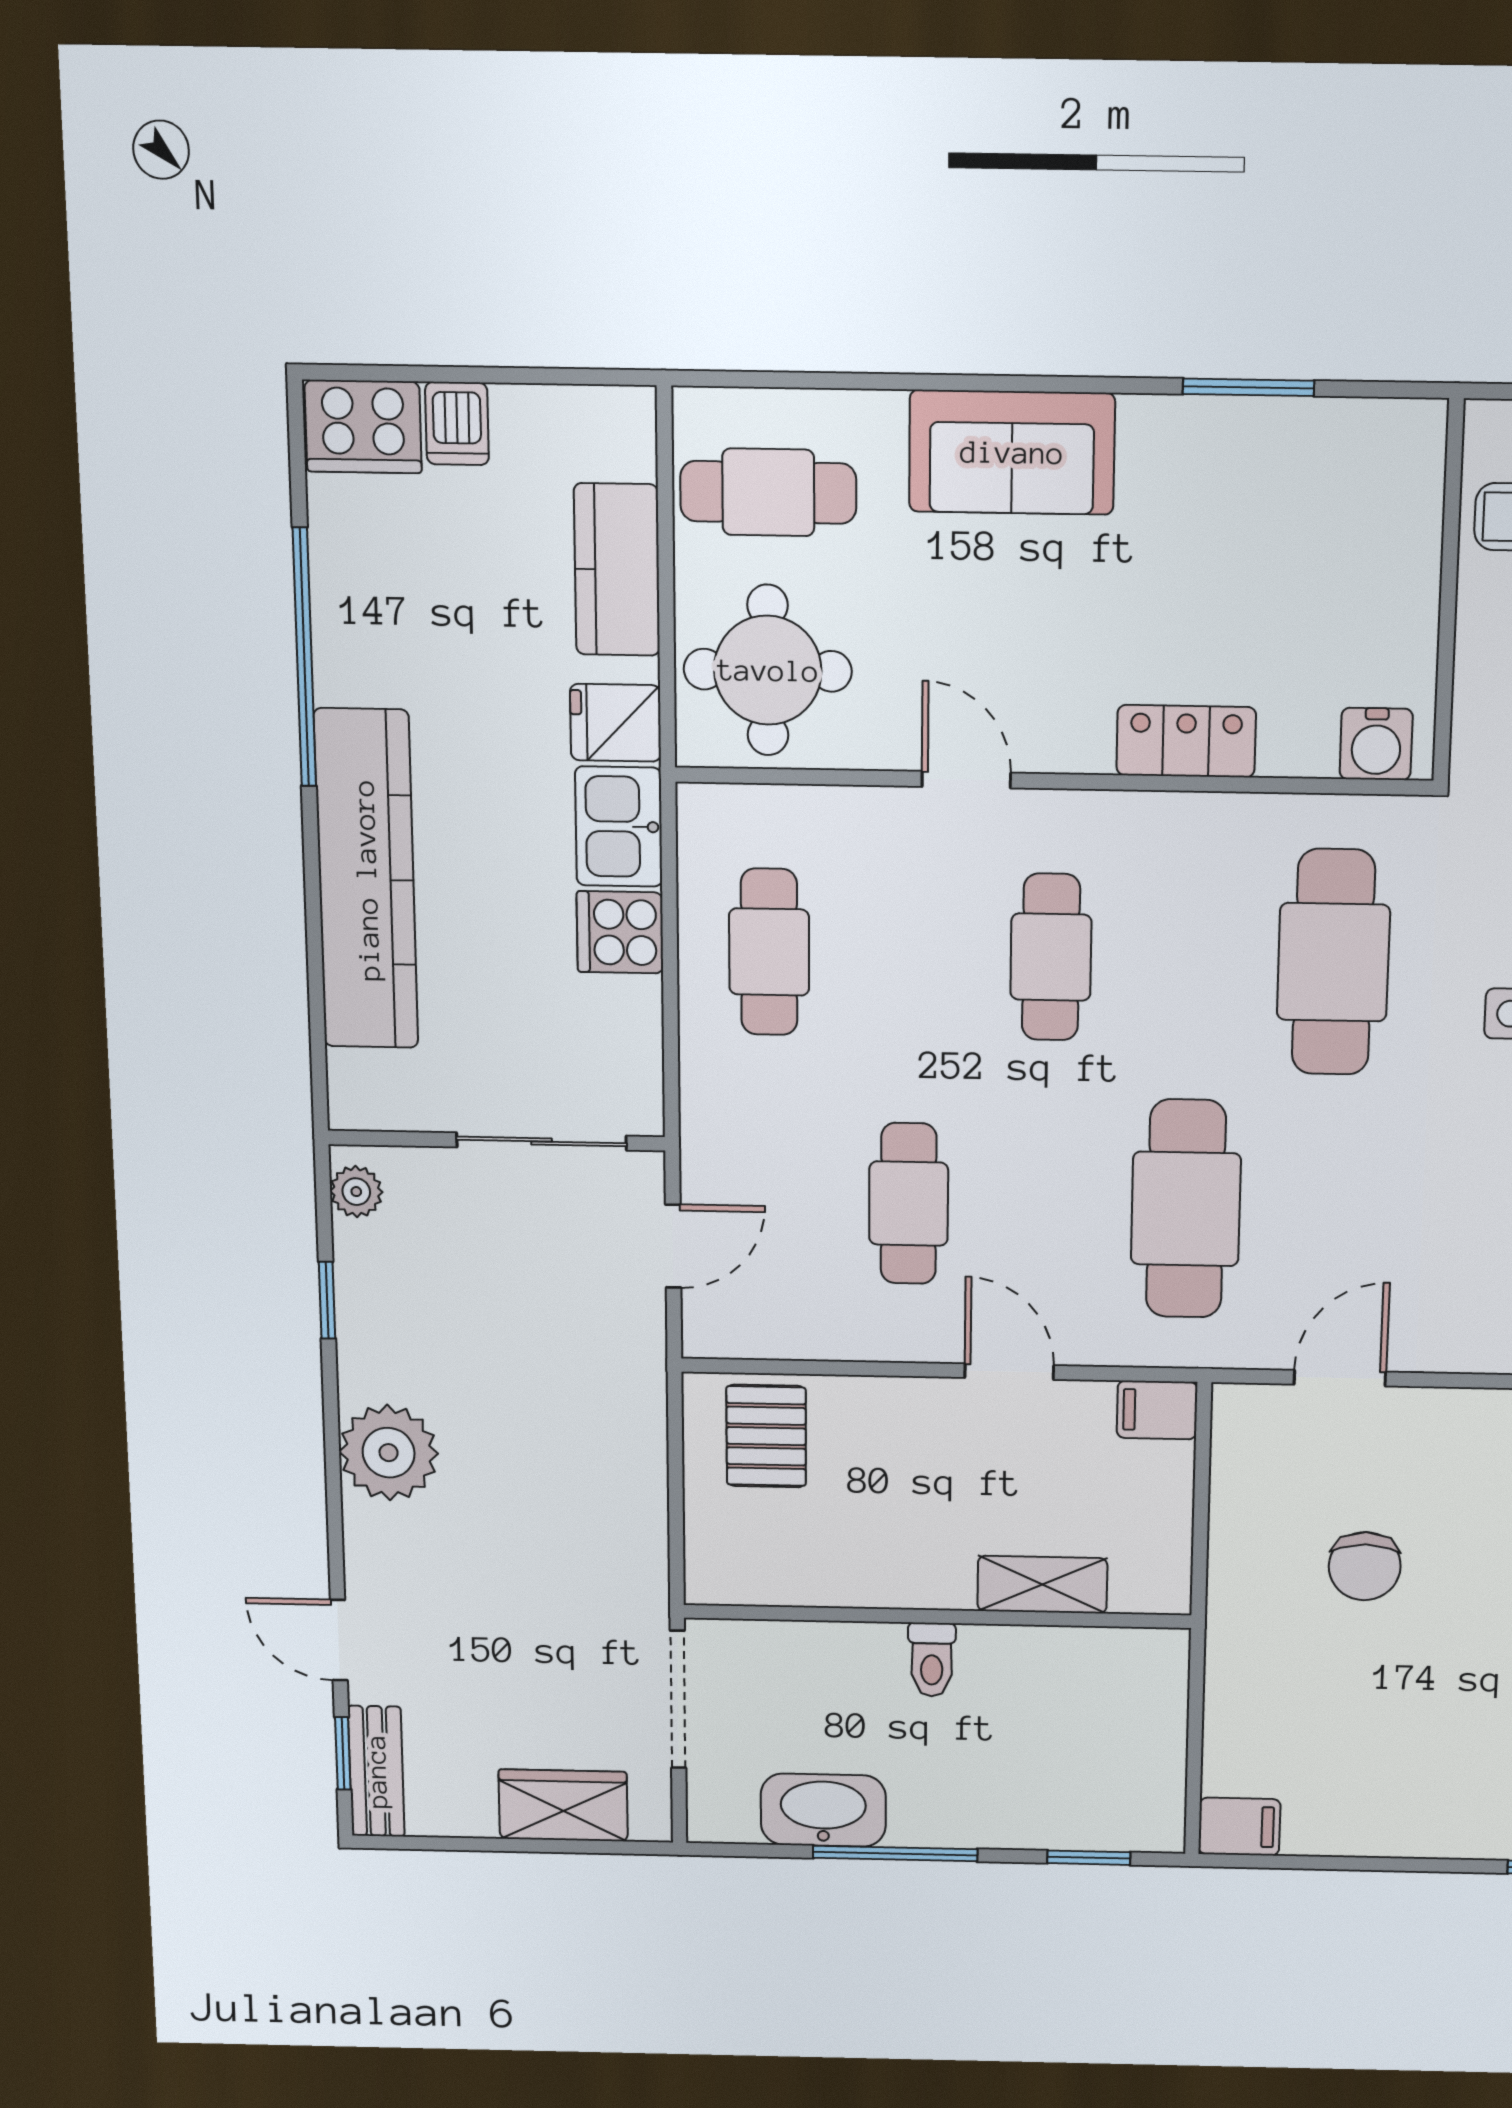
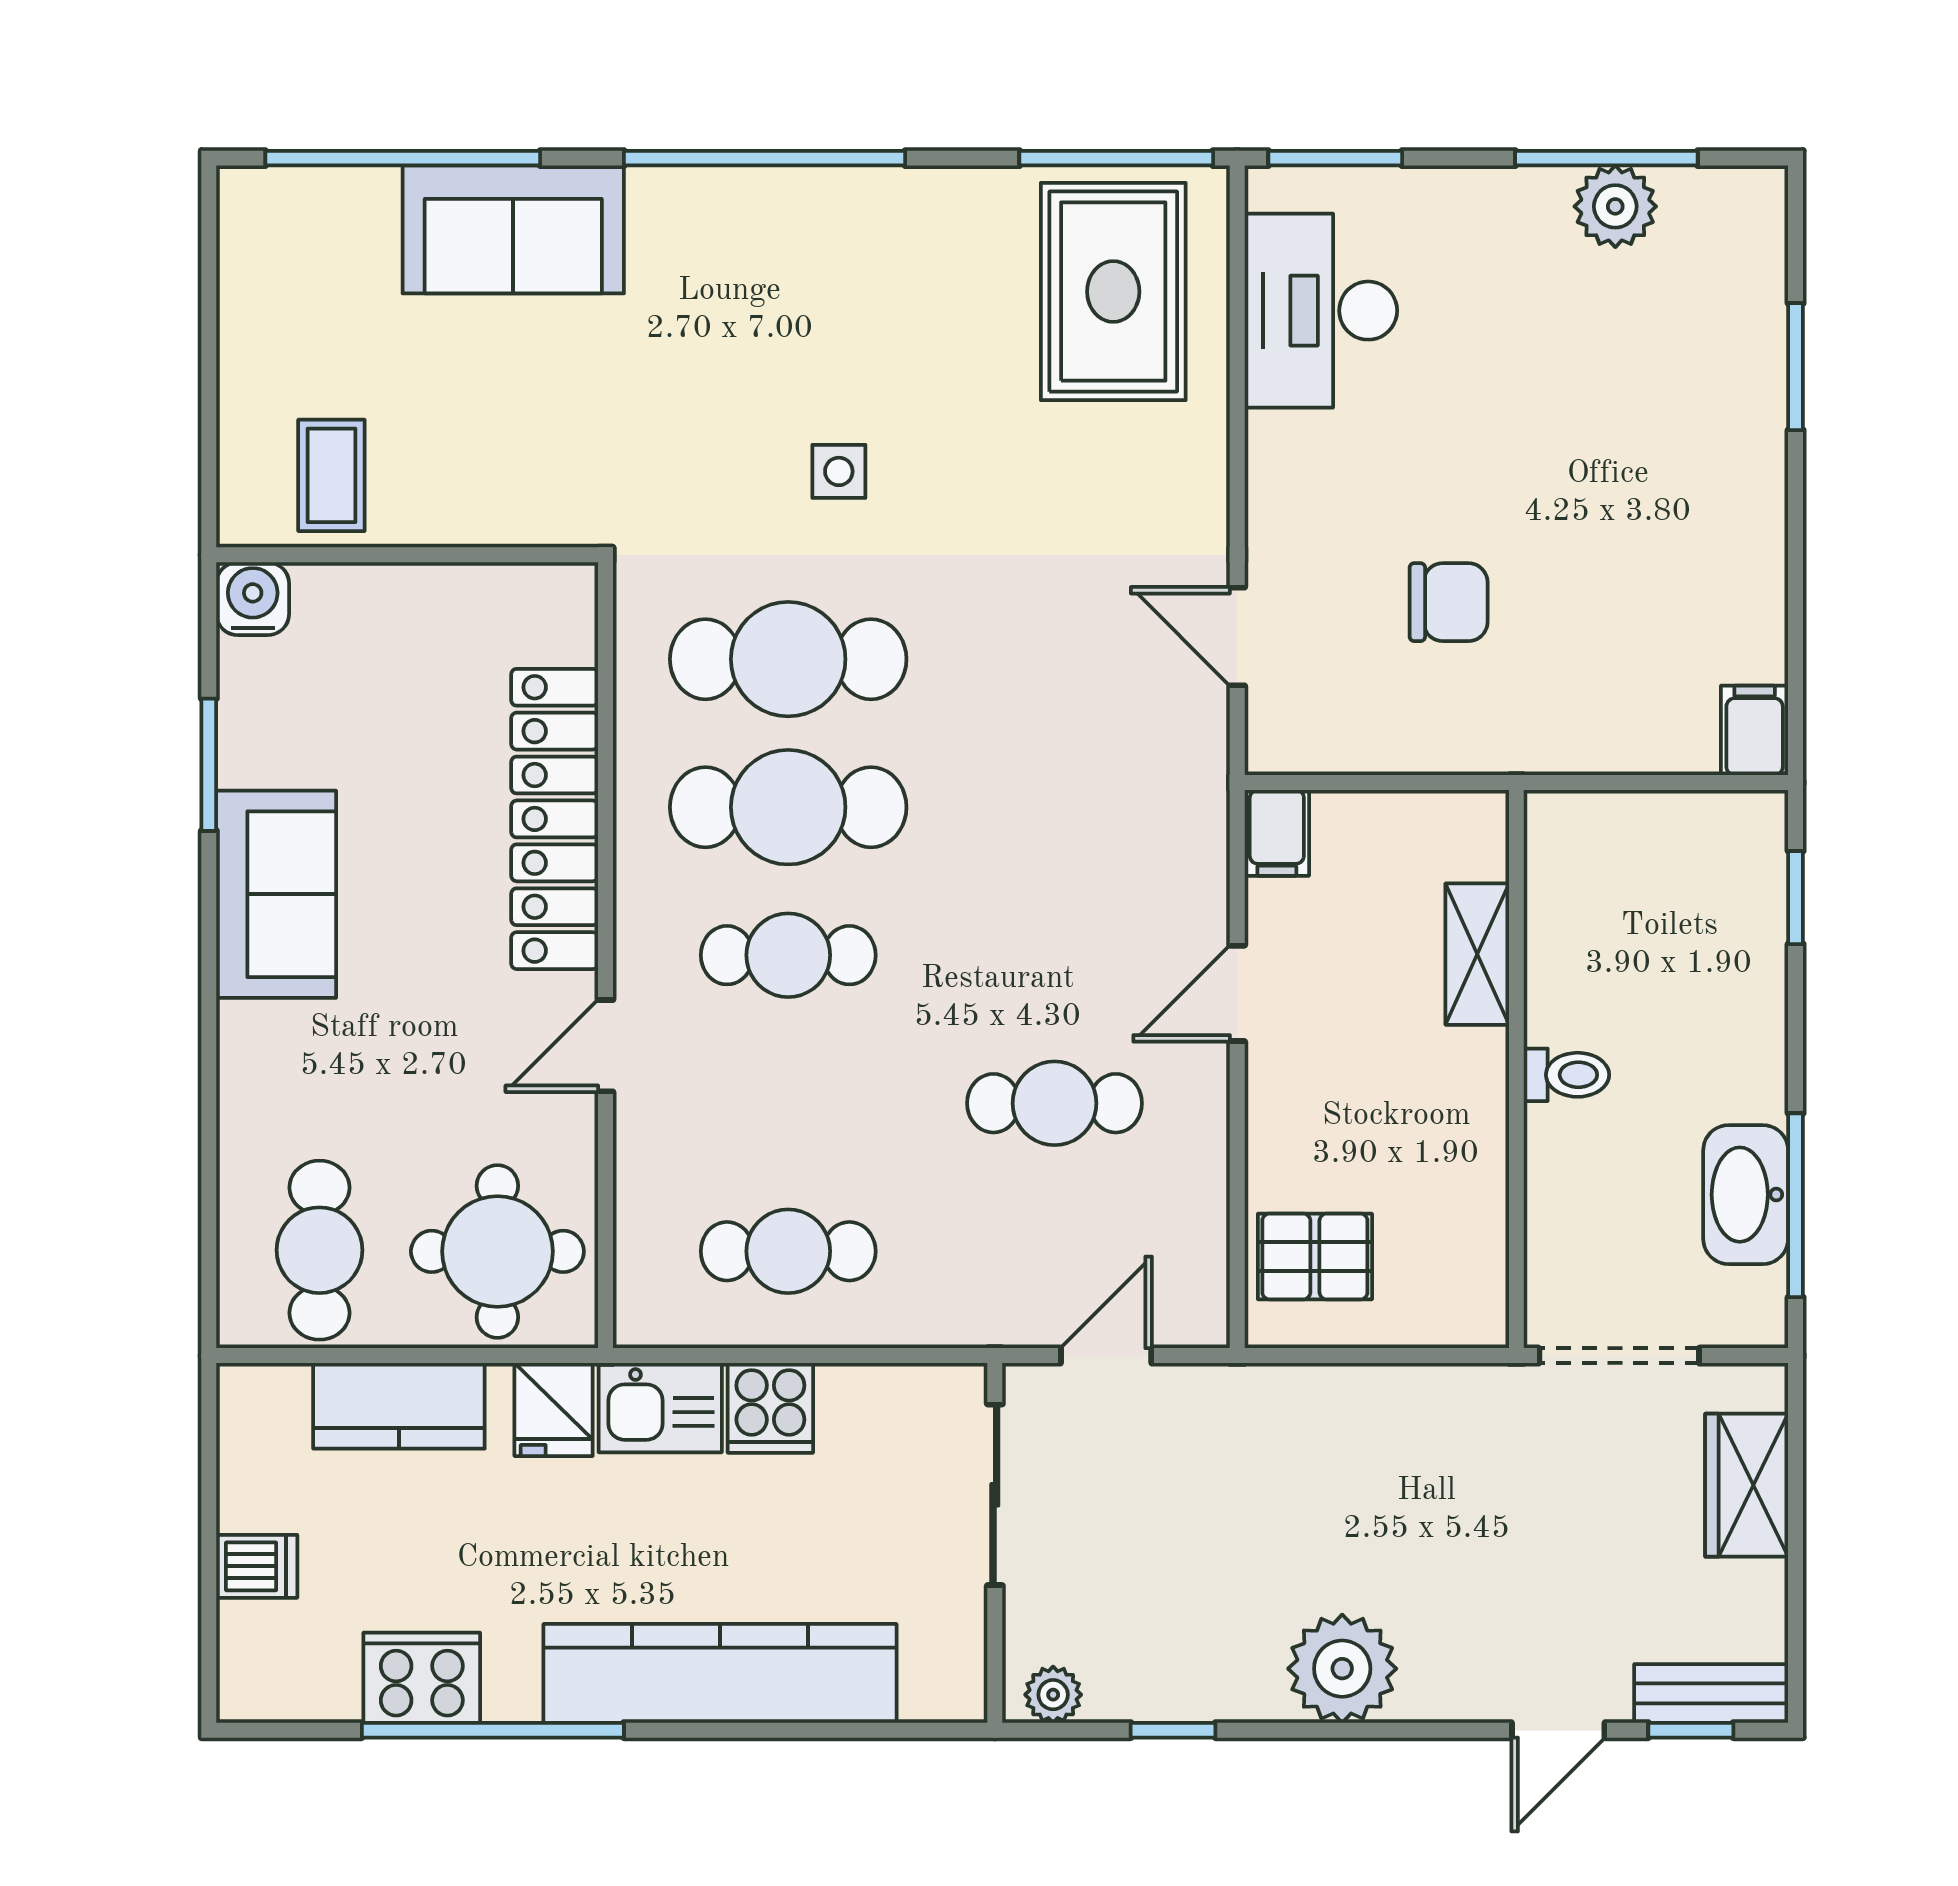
cooker: (363, 427) -> (422, 1678), moved, turned -90
sofa: (1012, 452) -> (276, 894), moved
locker: (1186, 741) -> (555, 819), width x2.16, depth x1.21
water cooler: (1376, 744) -> (253, 599), moved, turned -90
cafe table: (1186, 1209) -> (788, 807), moved
door: (673, 1246) -> (1106, 1356), hinge flipped
window: (895, 1854) -> (1796, 1205), moved

